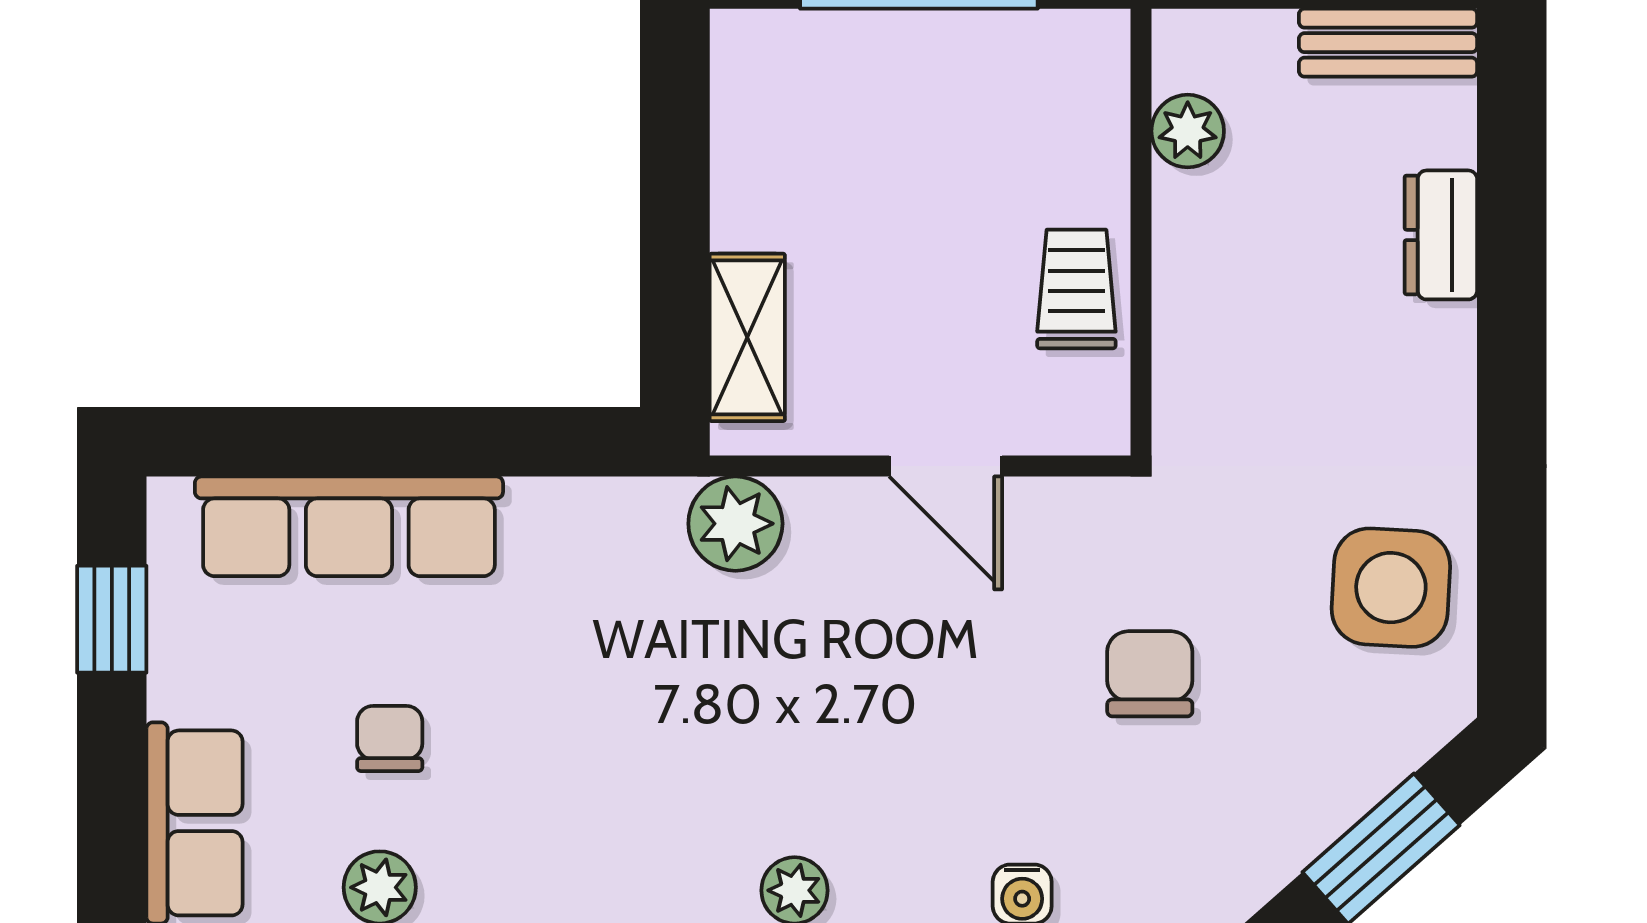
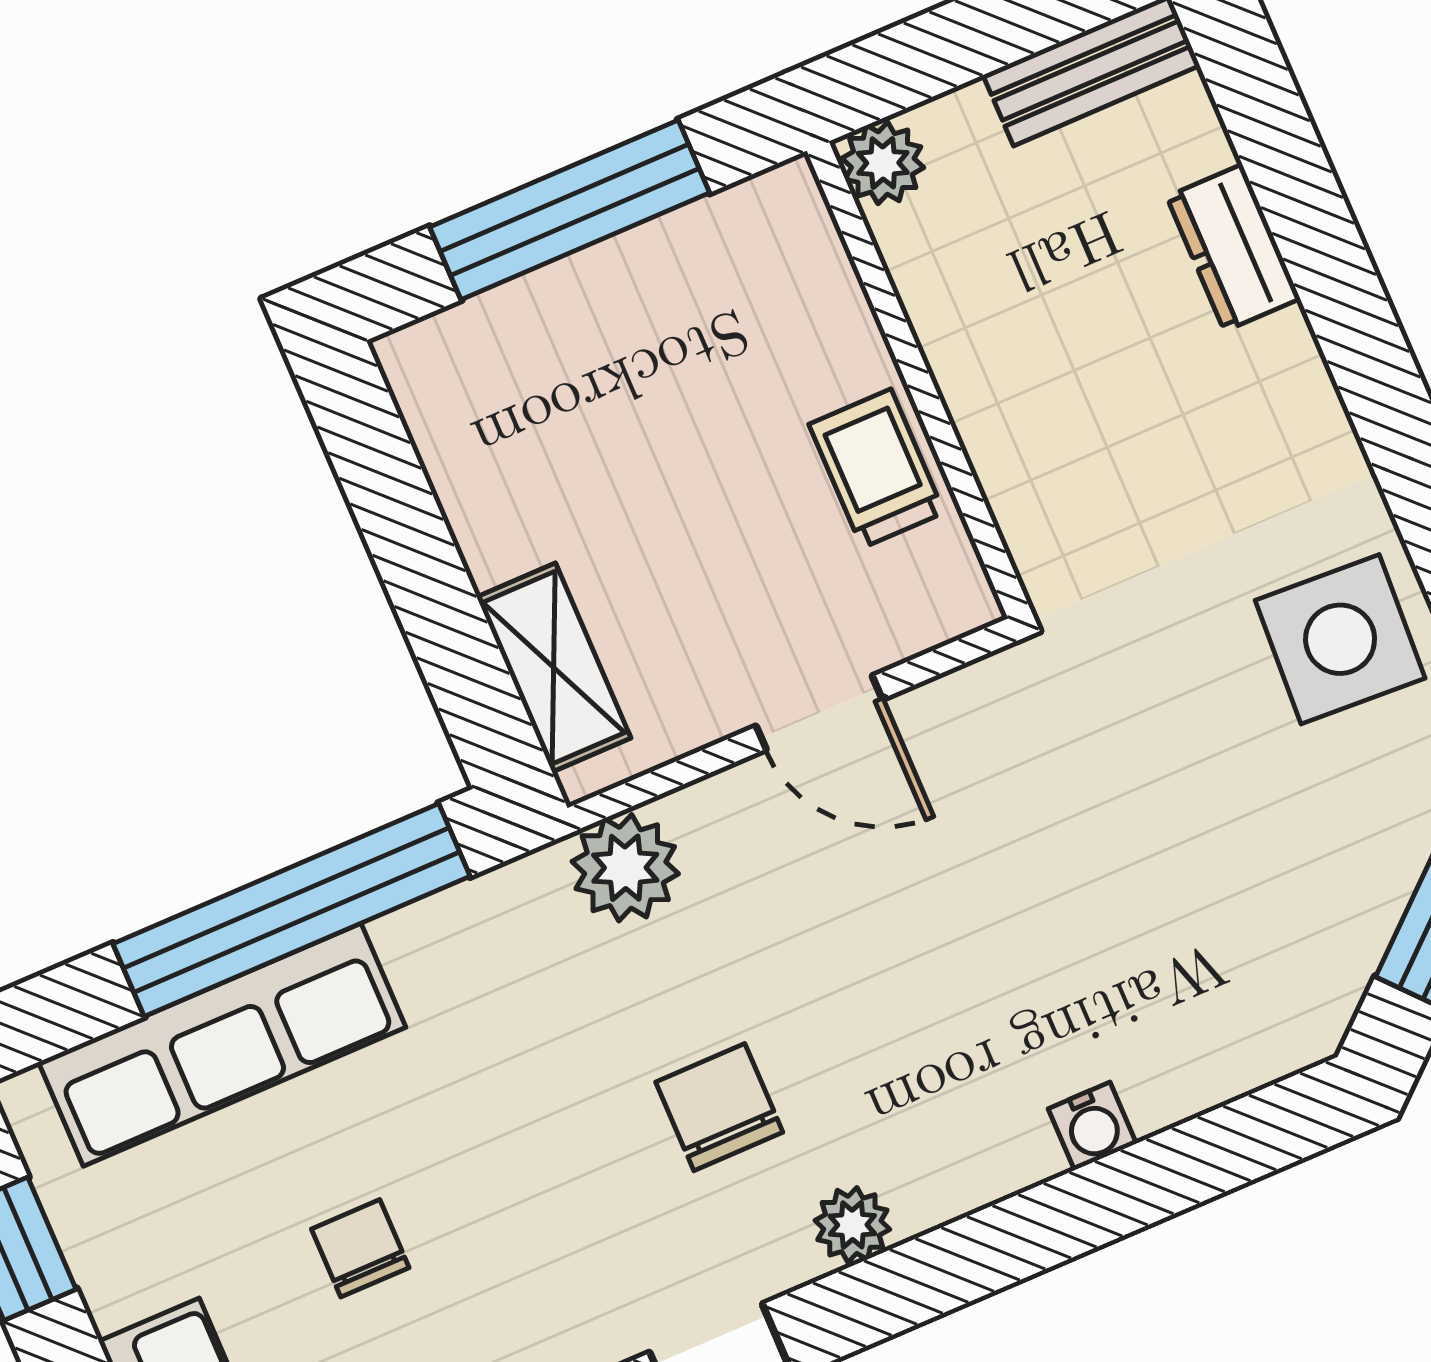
plant: (1188, 131) -> (883, 163), moved
window: (452, 442) -> (291, 910), added
chair: (1150, 674) -> (719, 1107), moved

